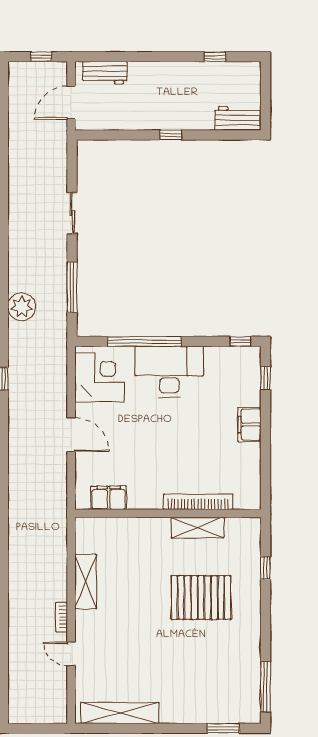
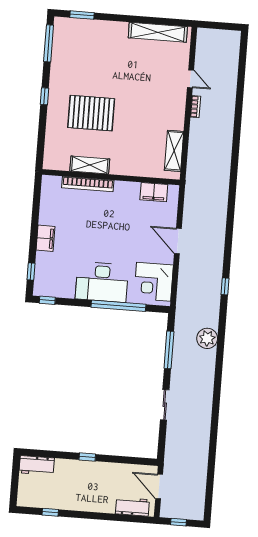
door: (71, 103) -> (159, 487), swing flipped
window: (265, 568) -> (44, 96), moved
shelving: (86, 581) -> (174, 151), moved

